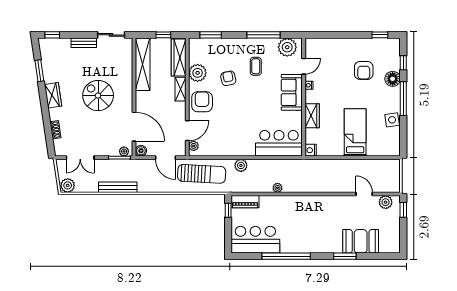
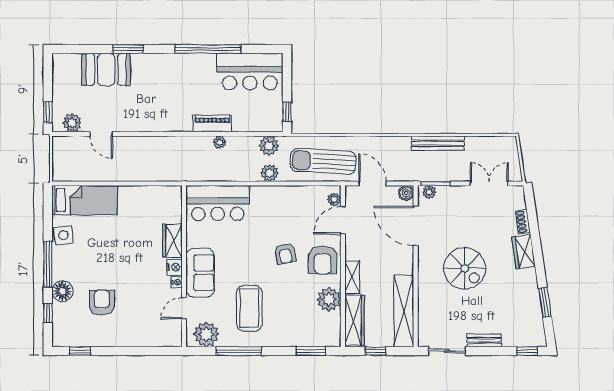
coffee table: (256, 66) -> (249, 308), width x1.86, depth x1.72
armchair: (228, 78) -> (285, 254), moved
wardrobe: (53, 95) -> (524, 252), moved
bed: (355, 132) -> (85, 200), moved, turned -90
nightstand: (311, 150) -> (174, 267), moved
plant: (68, 185) -> (269, 146), moved
piano: (245, 202) -> (212, 123), moved

